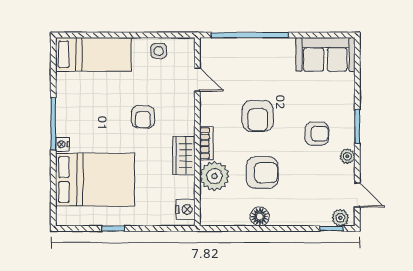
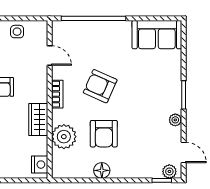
armchair: (258, 116) -> (100, 86), turned 114
armchair: (317, 134) -> (150, 101), removed
bookcase: (206, 143) -> (57, 94), moved
armchair: (262, 173) -> (104, 134), turned 90

